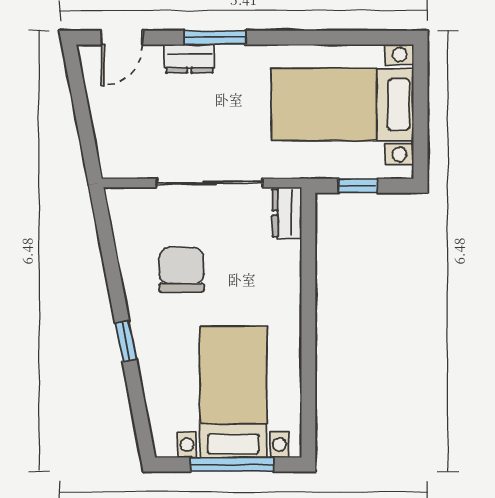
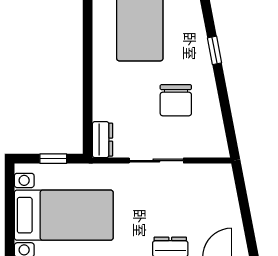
sliding door: (209, 183) -> (156, 161), width x0.73

